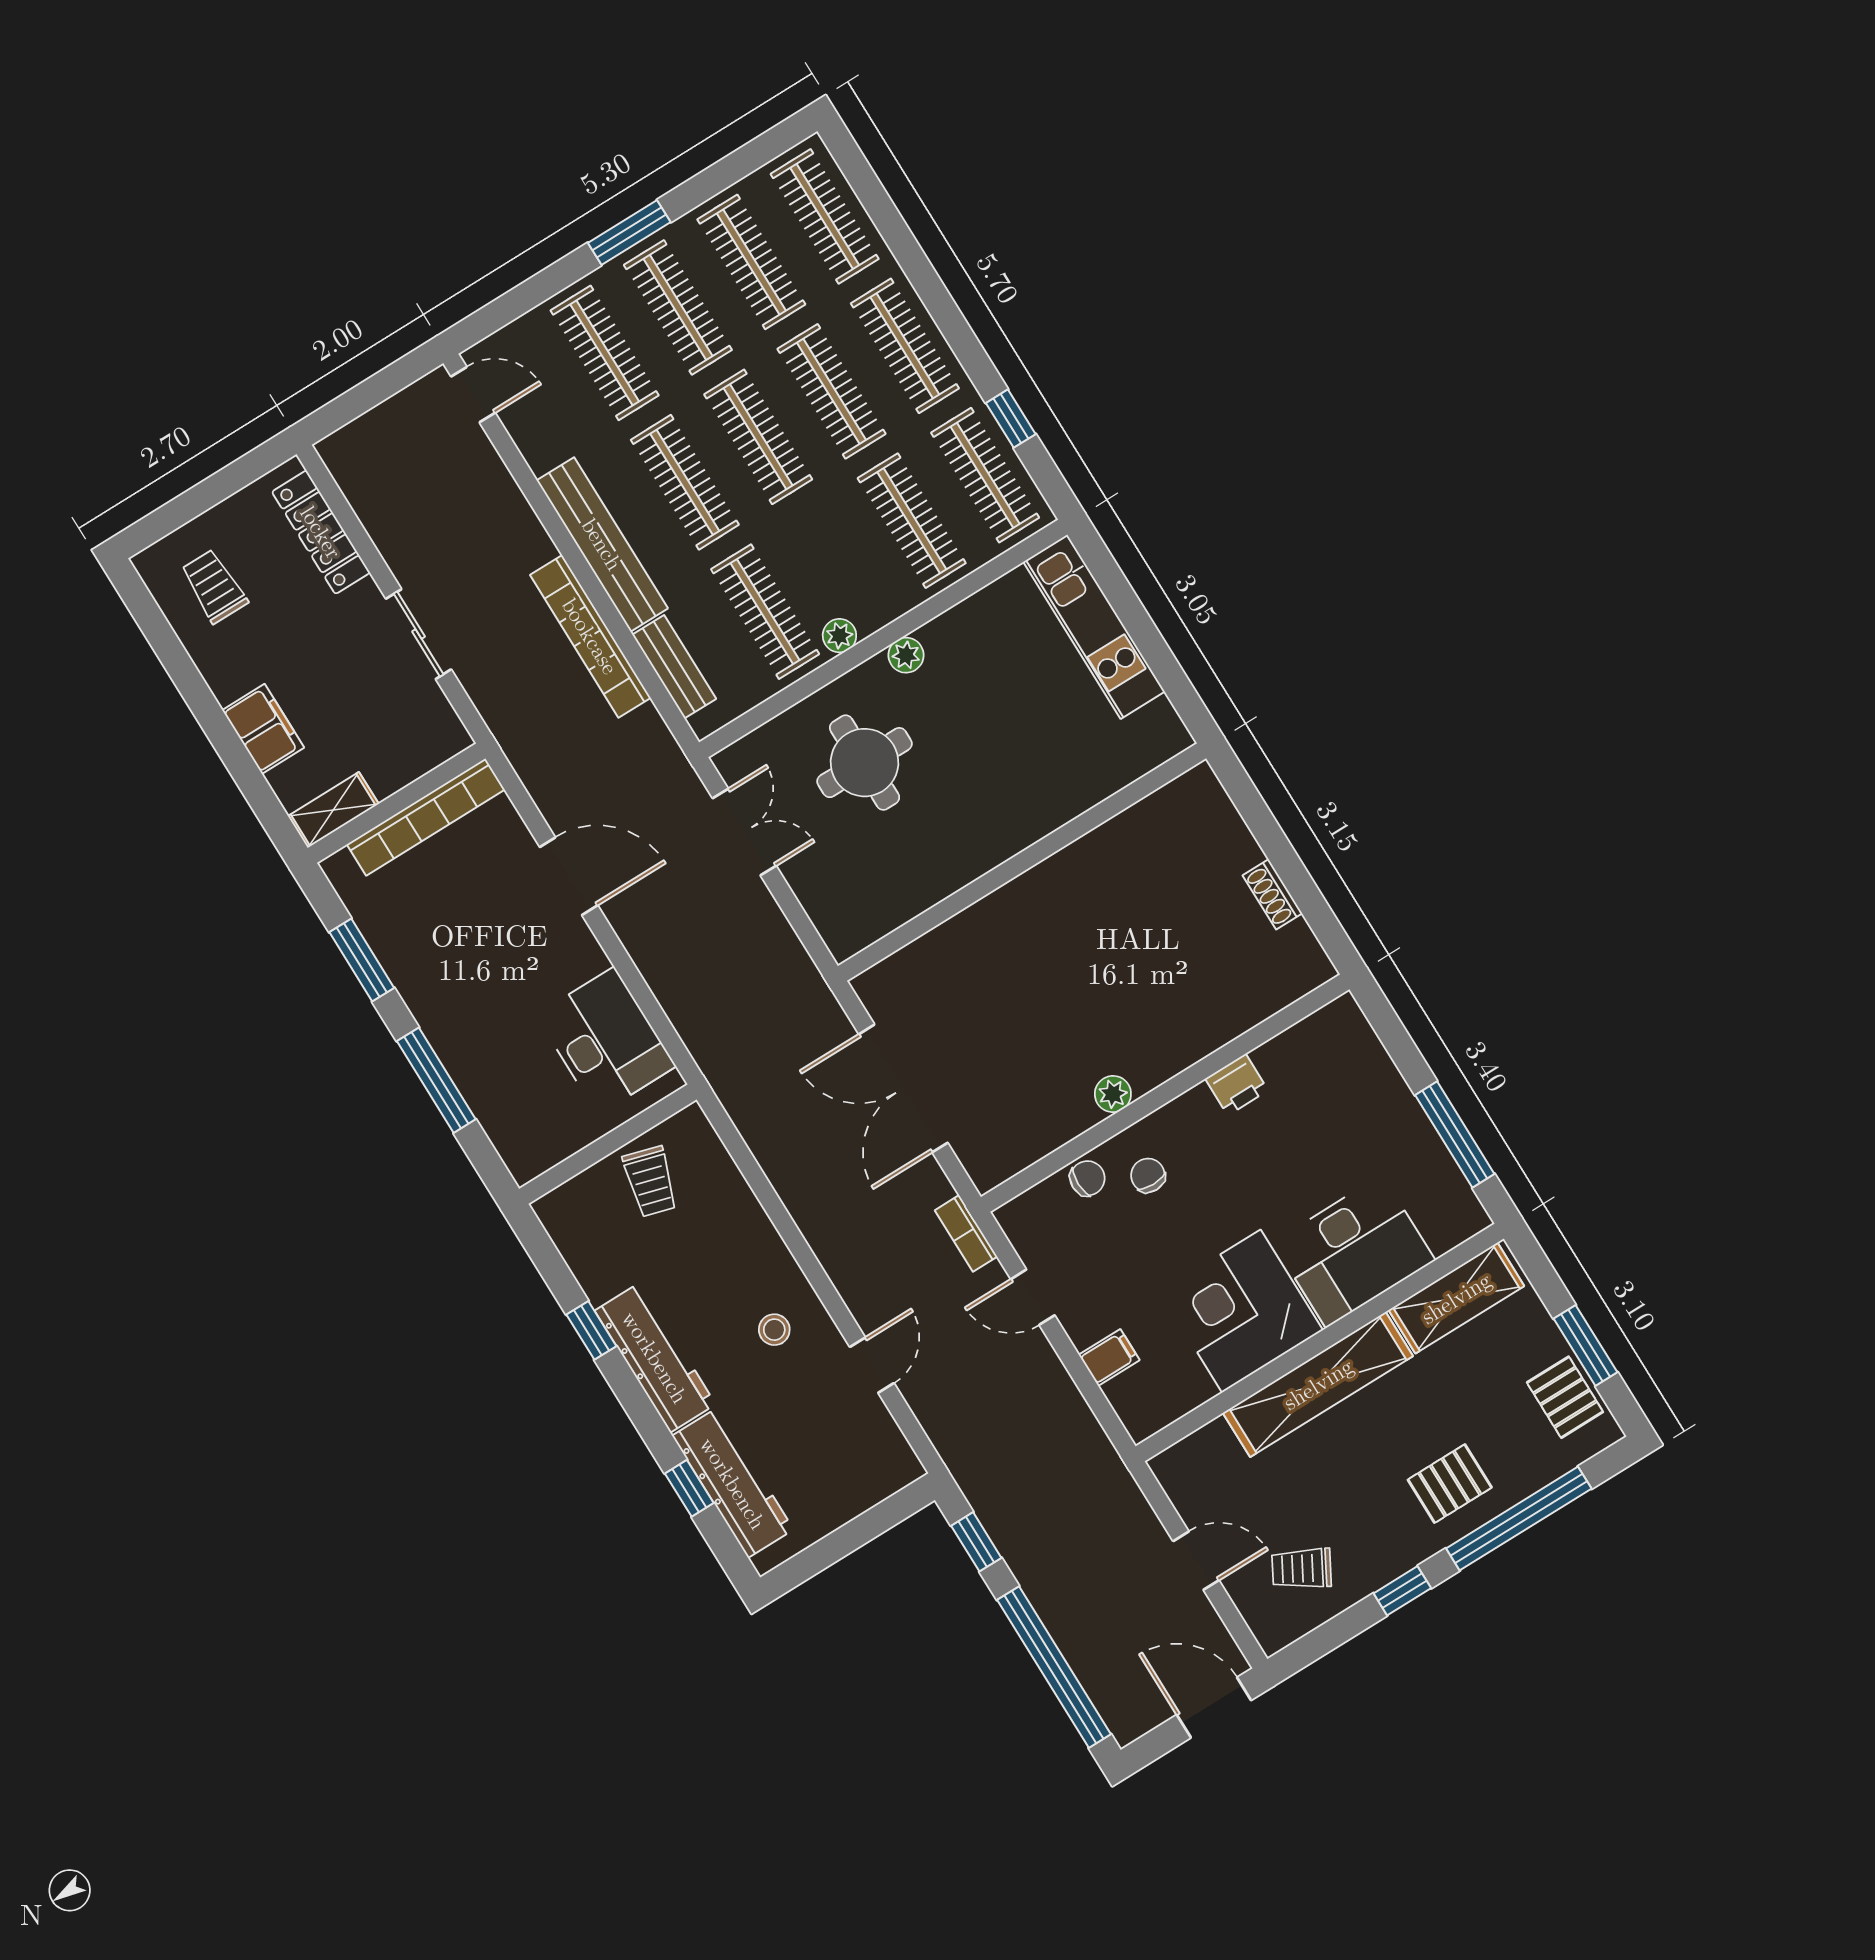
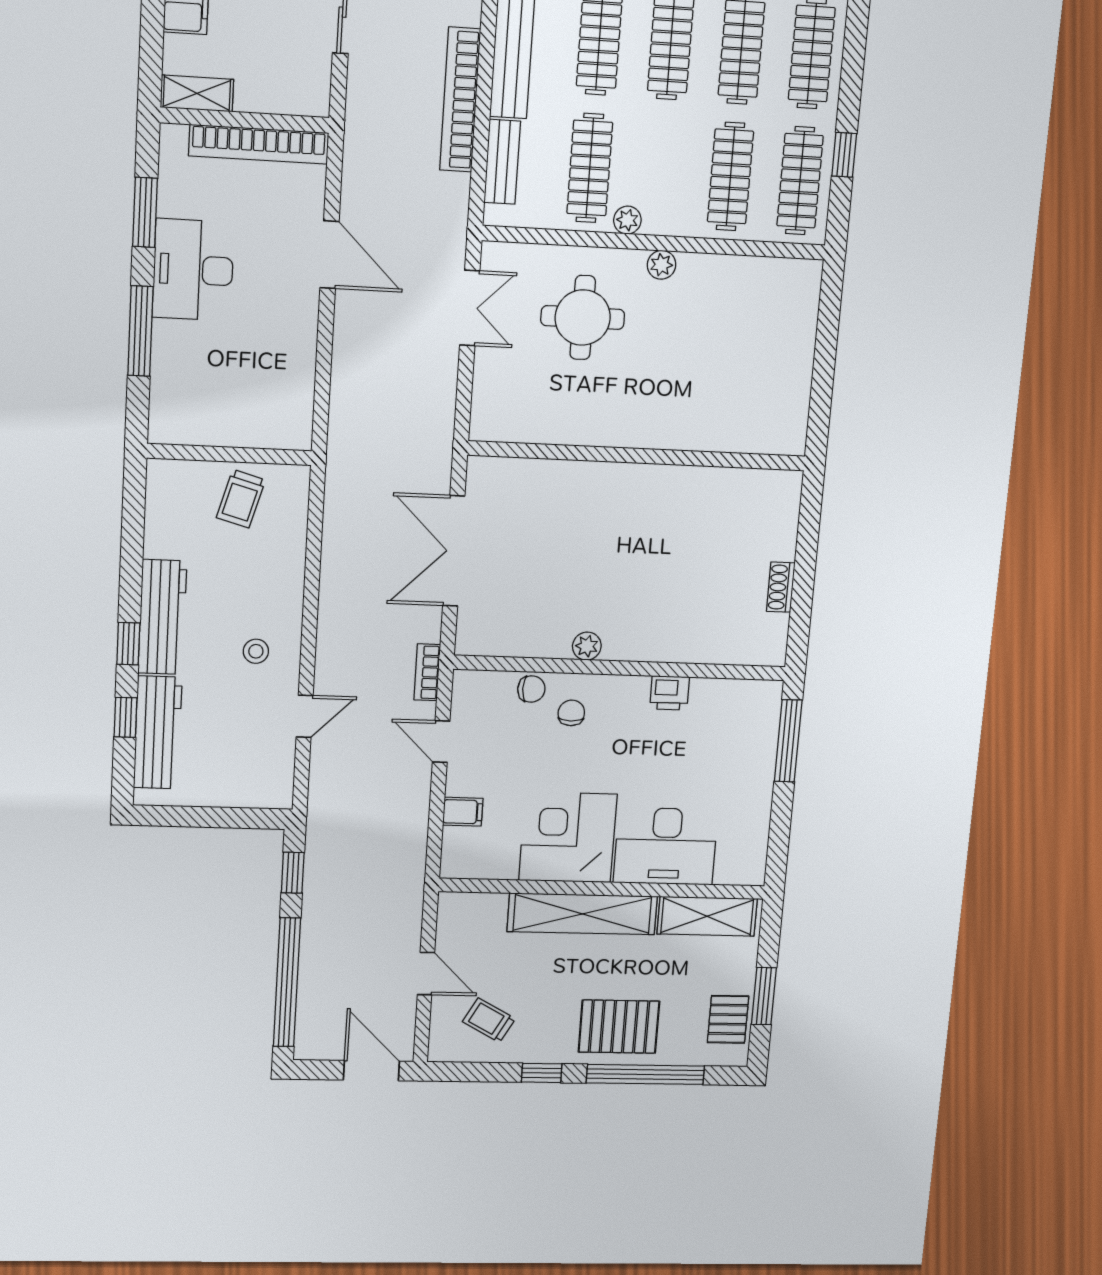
kitchen unit: (1094, 627) -> (796, 333), removed
desk: (606, 1041) -> (193, 270), moved, turned 180
window: (1455, 1135) -> (788, 741), moved
window: (591, 1330) -> (128, 644), moved
pallet: (1450, 1484) -> (619, 1027), width x1.50, depth x1.42

